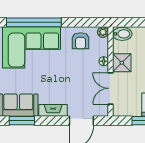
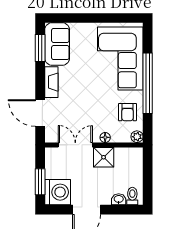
window: (34, 22) -> (148, 83), moved
bidet: (122, 34) -> (135, 158), removed
armchair: (81, 41) -> (128, 112), turned -90

